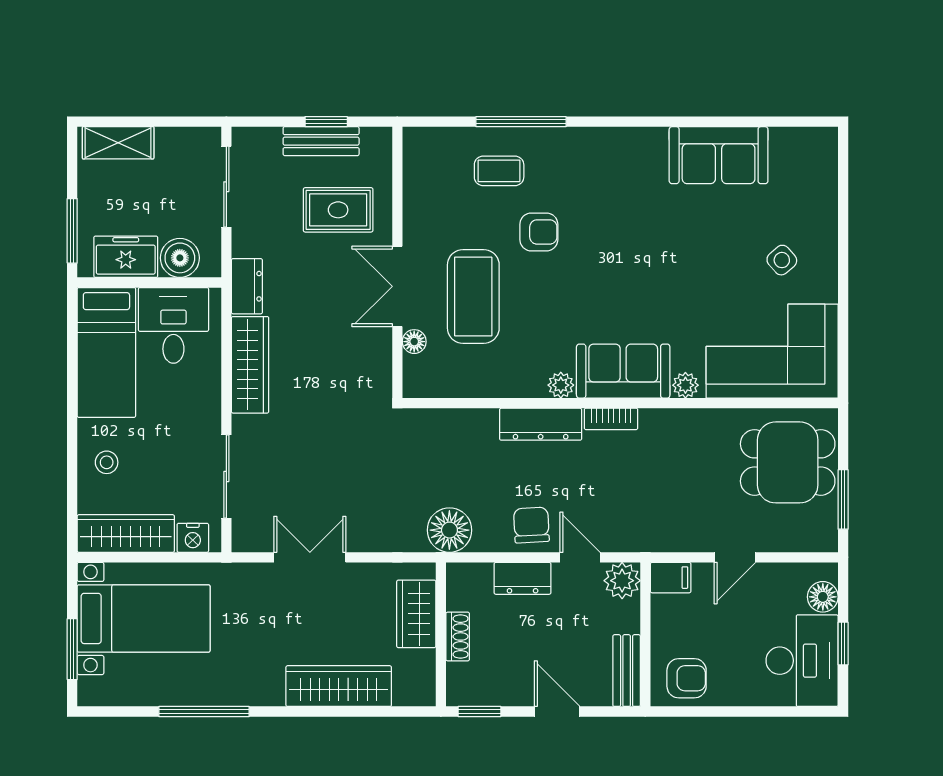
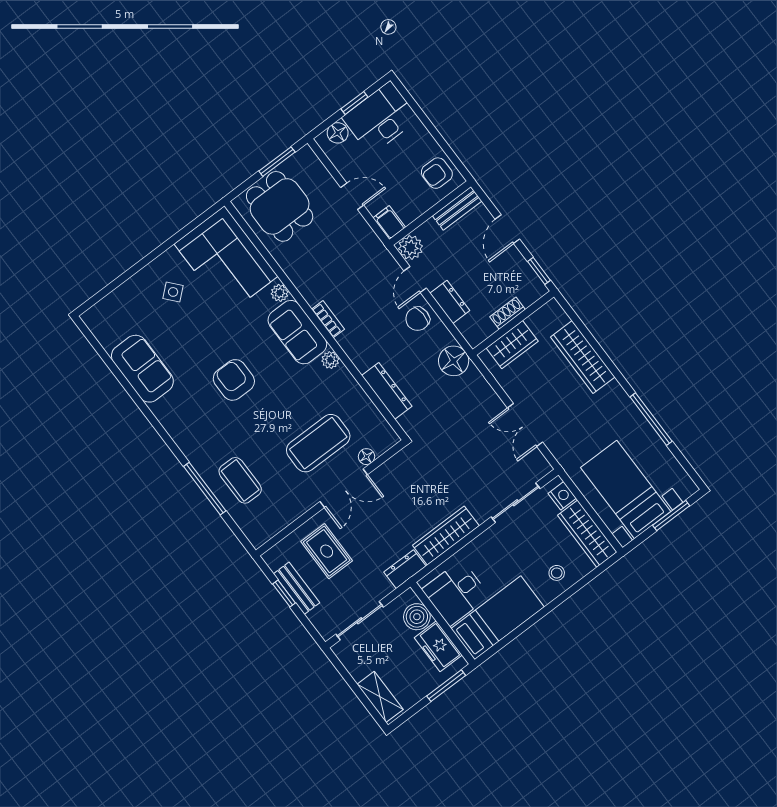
coffee table: (499, 171) -> (240, 480), width x1.36, depth x1.30
armchair: (539, 232) -> (234, 380), moved, width x1.38, depth x1.38
dresser: (541, 424) -> (387, 391), moved
armchair: (687, 678) -> (437, 173), turned -90

